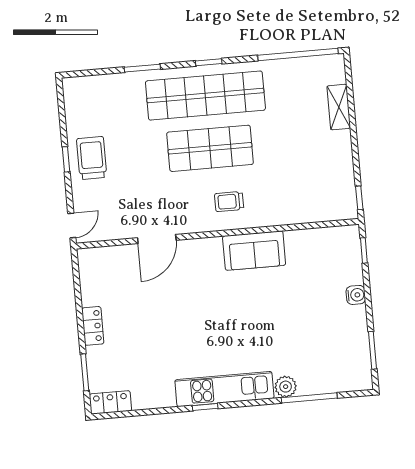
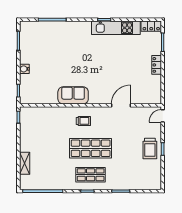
shop shelf: (205, 96) -> (91, 175), width x0.50, depth x0.74
plant: (286, 387) -> (63, 26), removed
kitchen unit: (224, 389) -> (116, 28), moved

